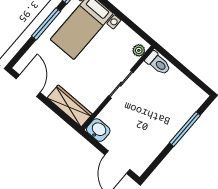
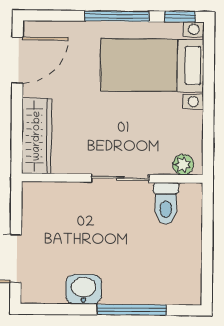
toilet: (158, 63) -> (166, 203), moved
washbasin: (98, 130) -> (84, 289), moved, turned -90

